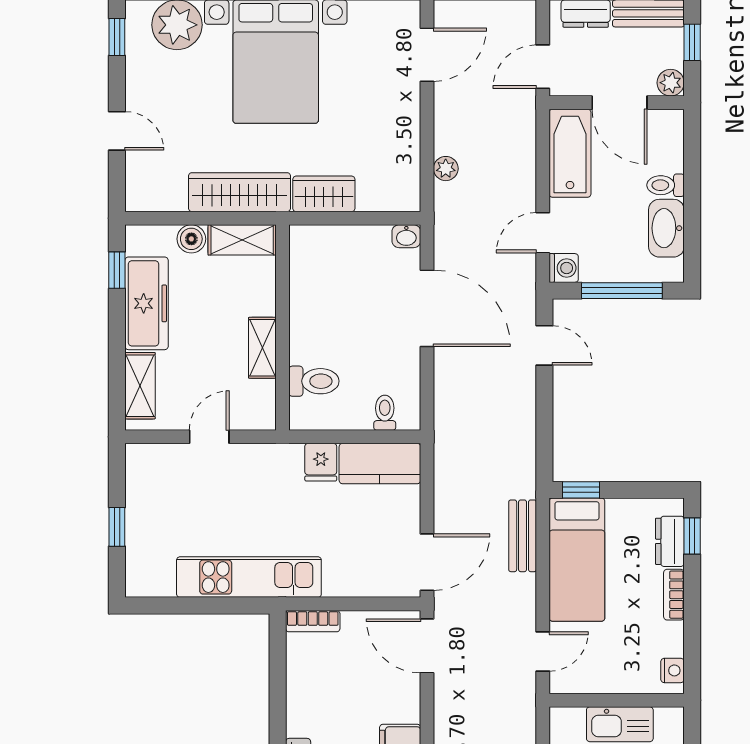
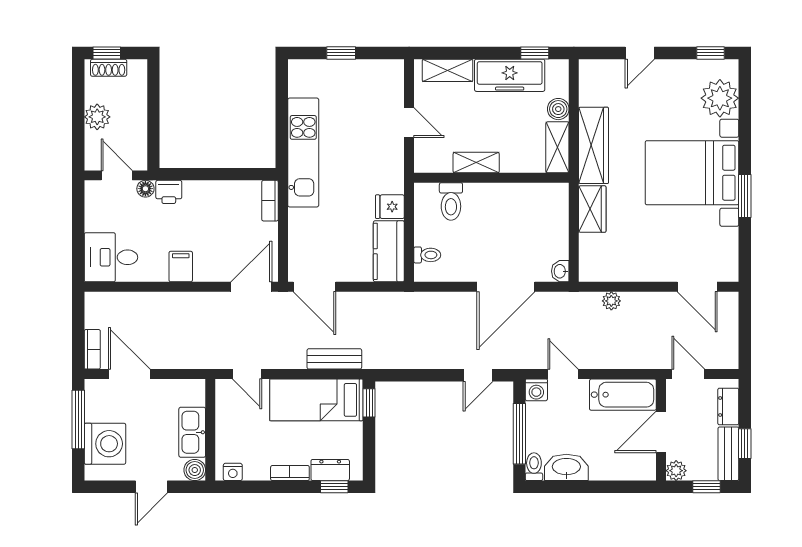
toilet: (666, 185) -> (534, 467), moved
boiler: (670, 721) -> (195, 470), added

